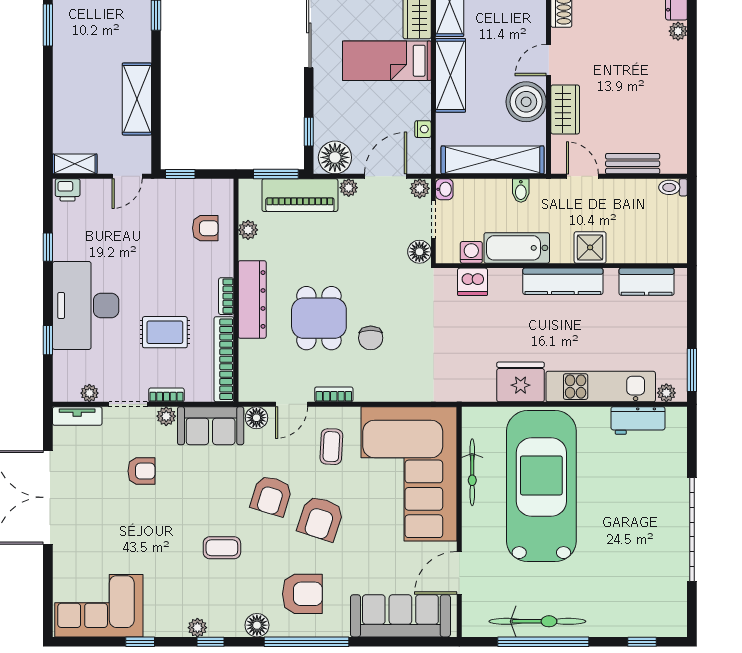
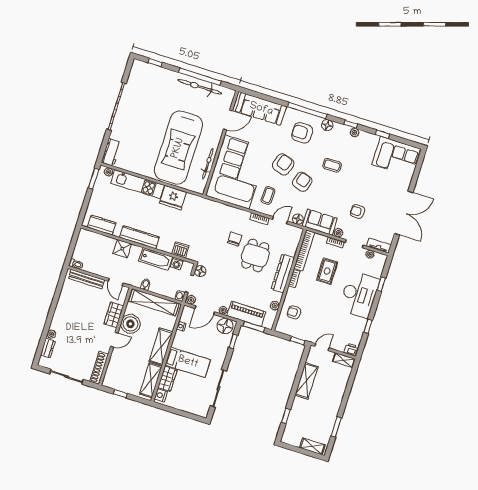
bench: (633, 164) -> (87, 279), width x1.36
rug: (165, 332) -> (327, 271), turned 90
workbench: (638, 421) -> (111, 152), moved, turned 90

